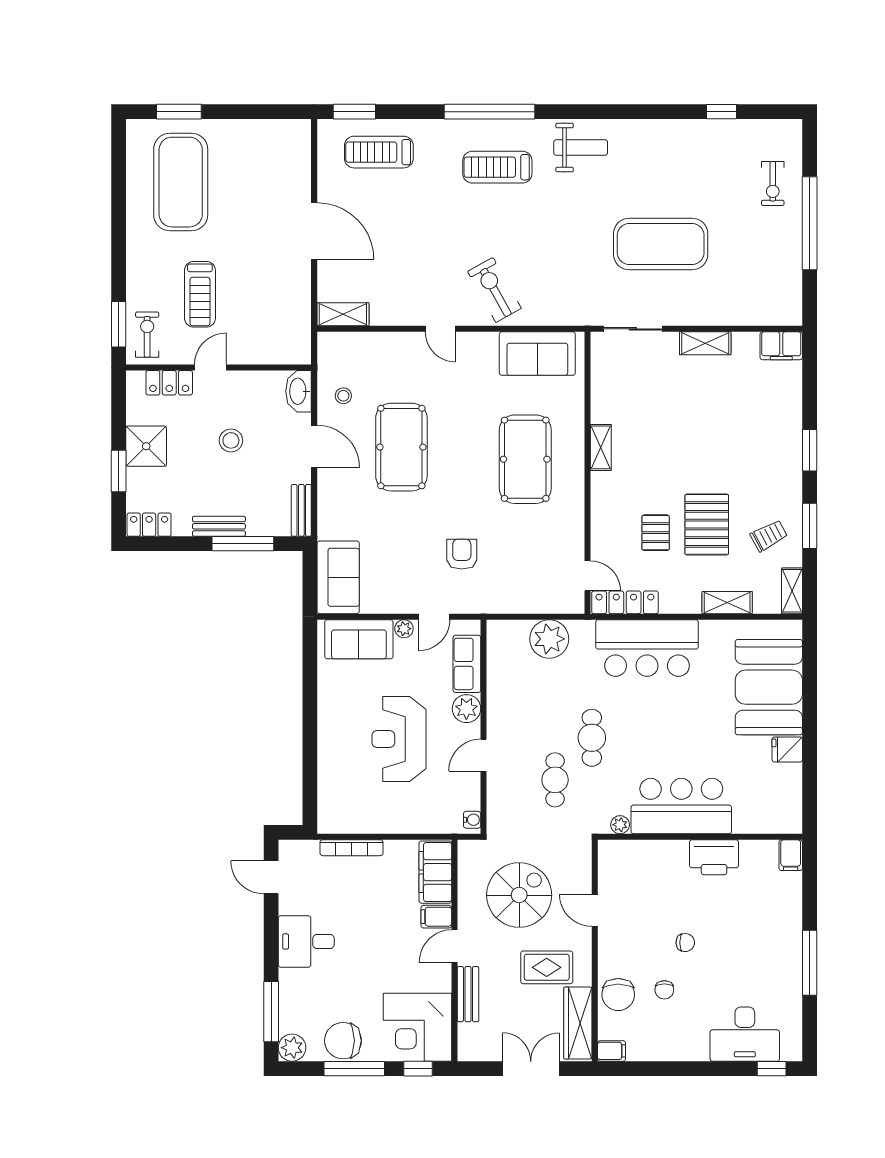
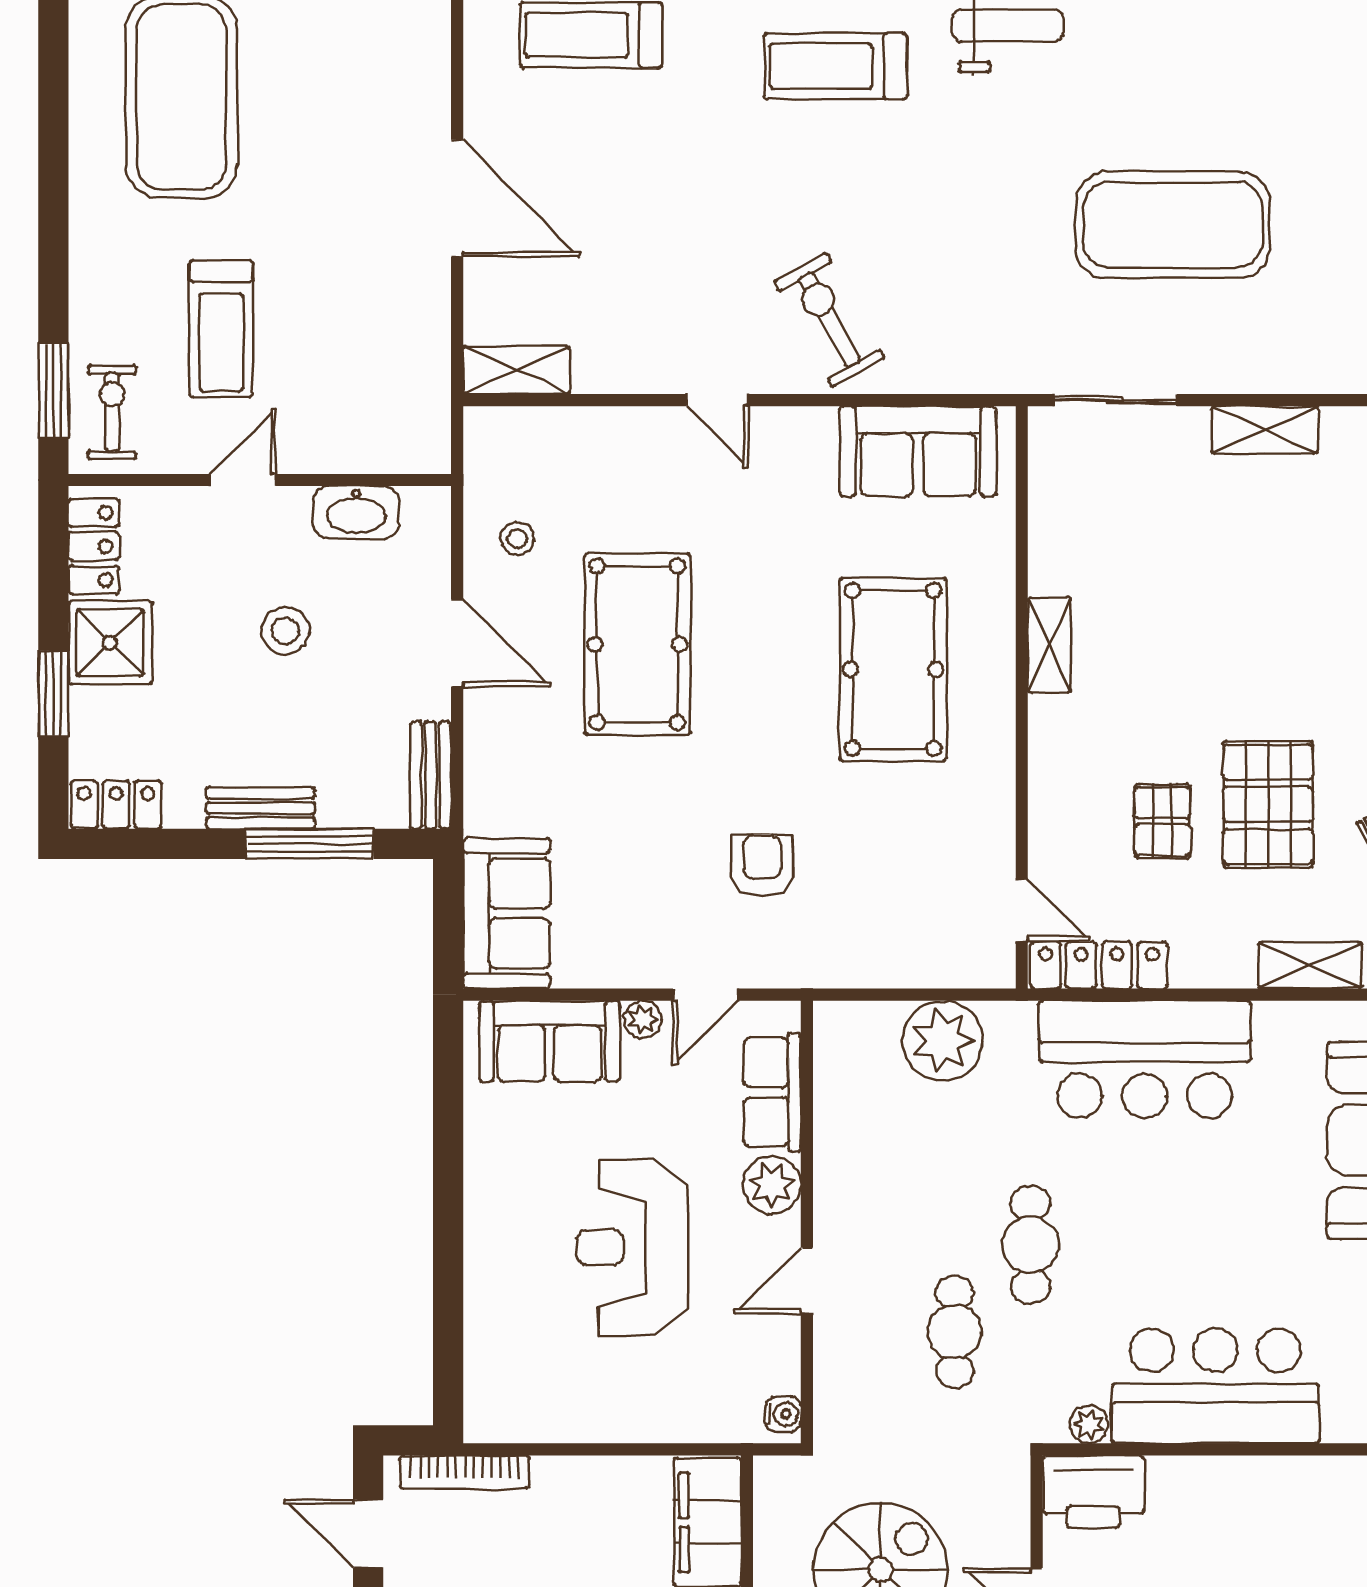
locker: (169, 383) -> (94, 546), moved, turned -90
washbasin: (299, 391) -> (356, 512), moved, turned -90
bookcase: (352, 848) -> (465, 1472), moved
printer: (714, 857) -> (1093, 1492), moved

